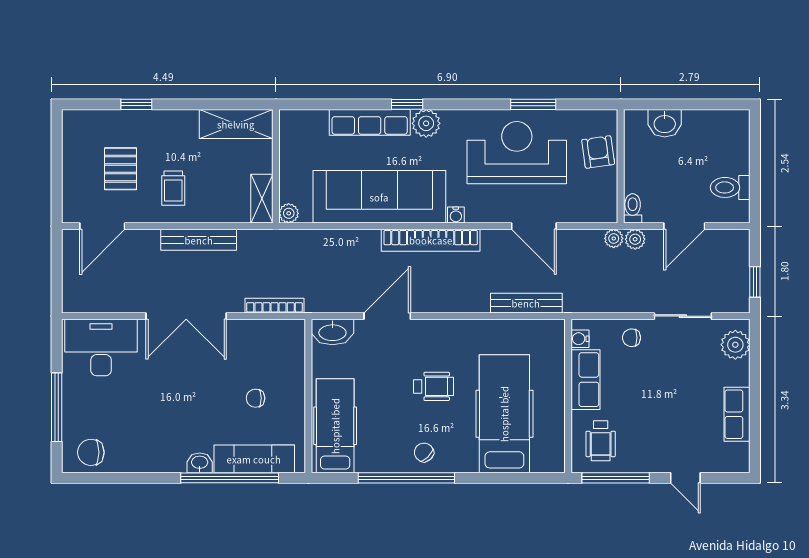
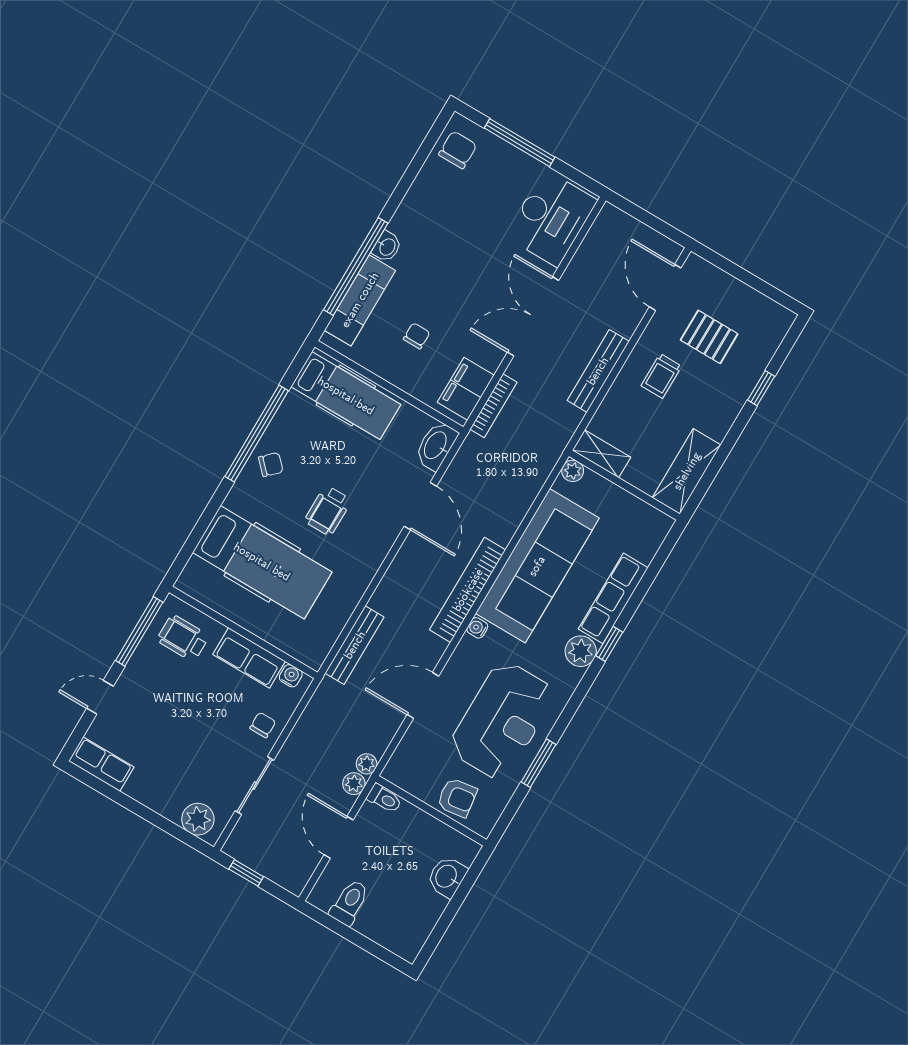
trolley: (173, 188) -> (661, 376), turned -90
filing cabinet: (274, 335) -> (466, 389), added
row of seats: (737, 414) -> (101, 764), moved

